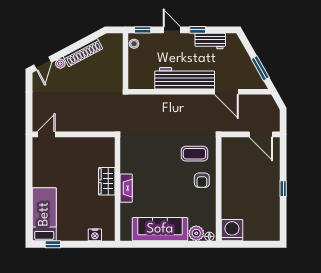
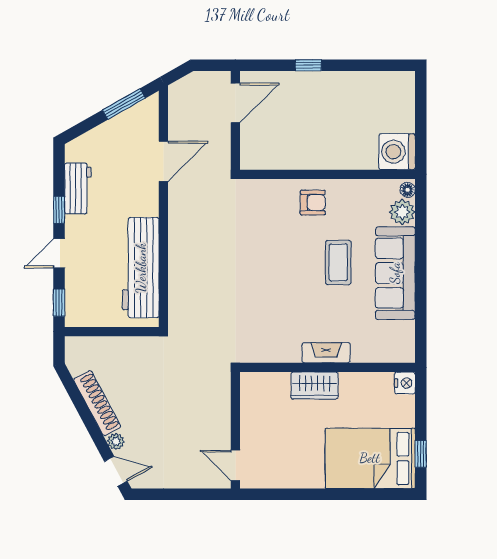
stool: (134, 44) -> (82, 317), removed
workbench: (185, 78) -> (141, 268), moved
coffee table: (194, 154) -> (338, 262), moved
wardrobe: (107, 181) -> (314, 386), moved
fireplace: (126, 188) -> (326, 353), moved
wall: (117, 189) -> (327, 367), moved
window: (283, 189) -> (308, 65), moved
bed: (44, 214) -> (370, 458), width x1.50

